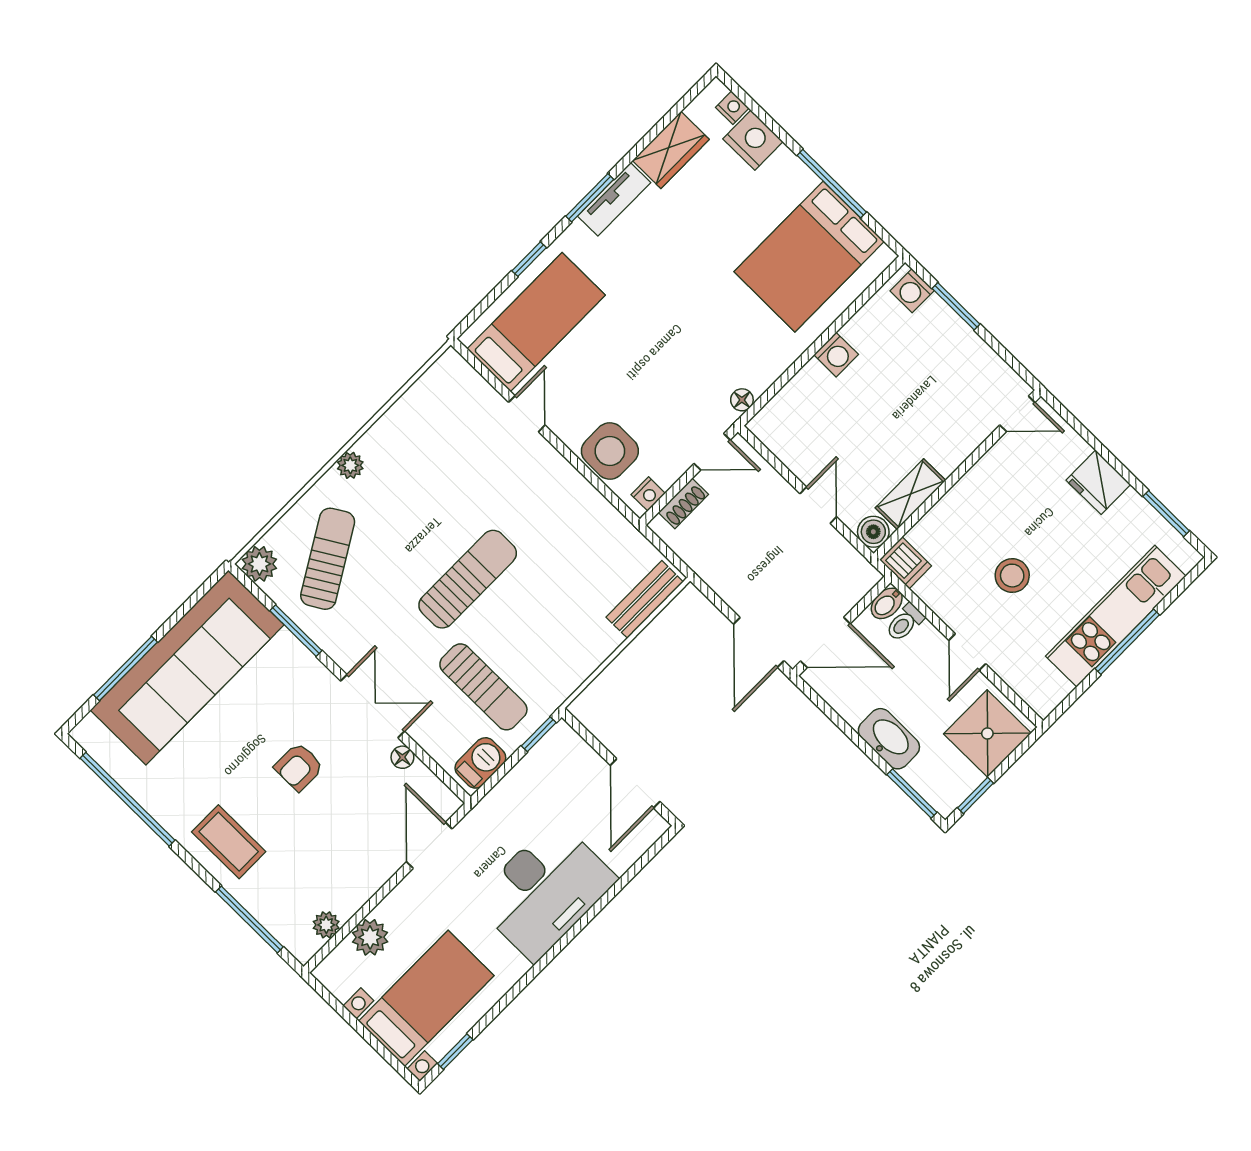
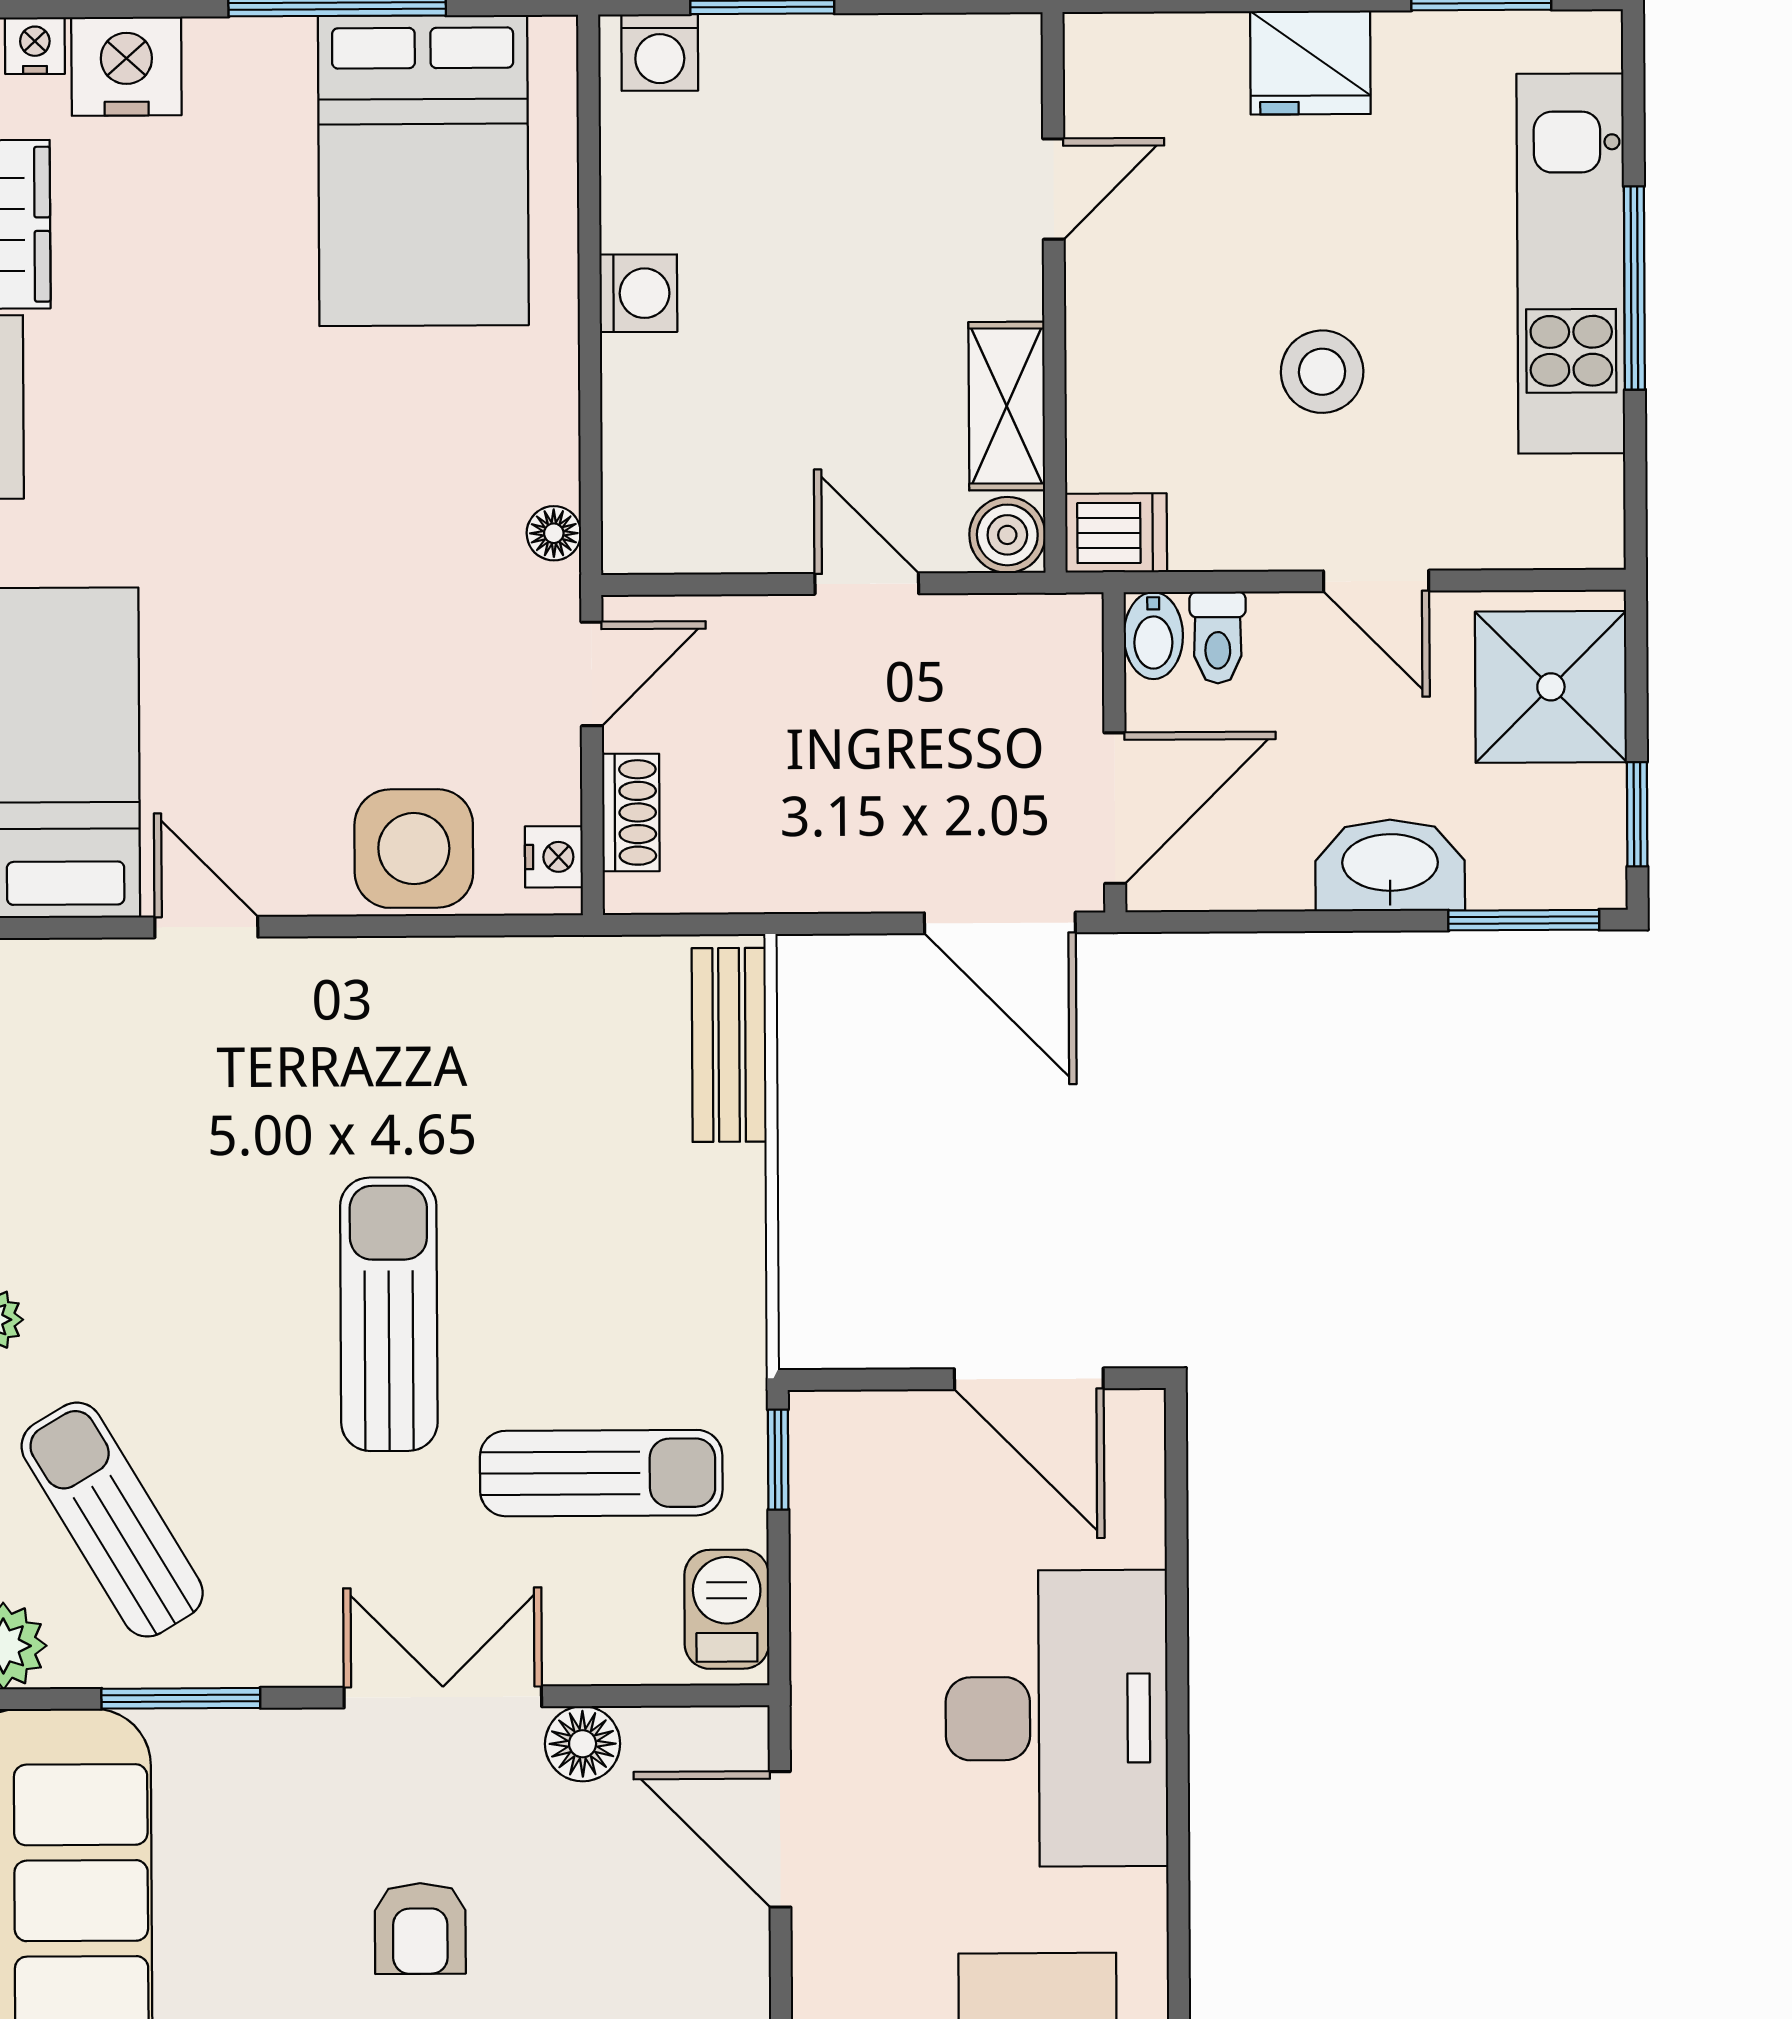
door: (1017, 414) -> (1053, 189), moved
floor lamp: (402, 757) -> (583, 1744), width x1.37, depth x1.37

